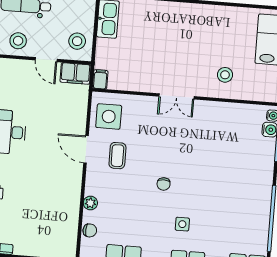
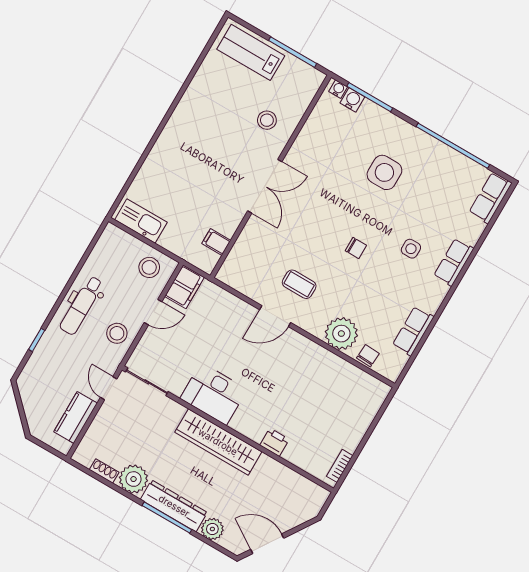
filing cabinet: (100, 79) -> (216, 242), moved
double door: (176, 96) -> (265, 186), width x1.37
side table: (109, 116) -> (384, 172), moved
plant: (90, 203) -> (341, 334), width x1.88, depth x1.88

